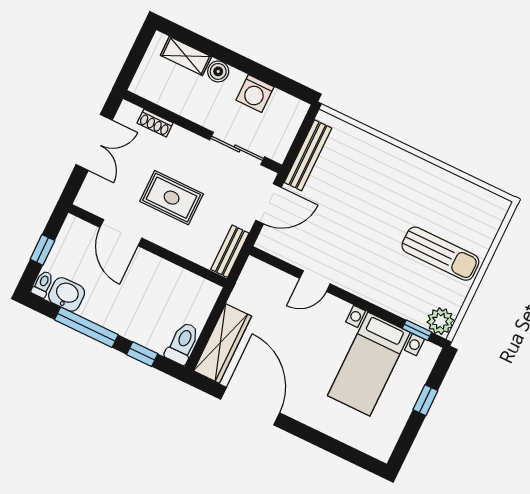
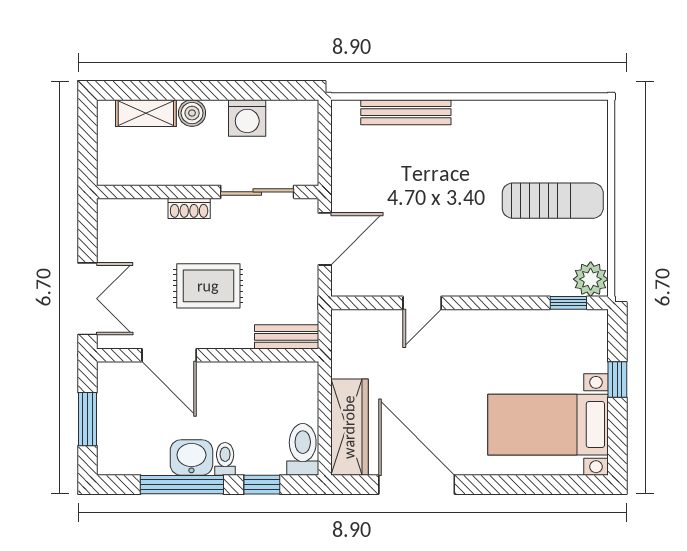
shoe rack: (155, 123) -> (189, 208), moved
double door: (94, 142) -> (87, 299), moved
bench: (308, 155) -> (406, 112), moved, turned 90
window: (42, 250) -> (87, 419), width x1.50
bench: (230, 251) -> (287, 337), moved, turned 90
toilet: (43, 284) -> (225, 459), moved
washbasin: (67, 294) -> (191, 457), moved
bed with nightstands: (369, 364) -> (548, 425), moved, turned 90

